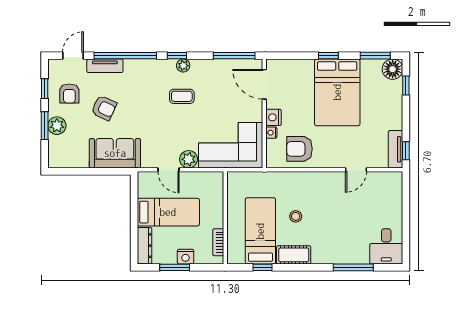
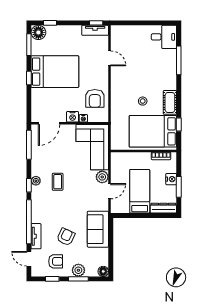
floor lamp: (55, 161) -> (103, 271), added
bed: (260, 231) -> (153, 131), width x1.50

